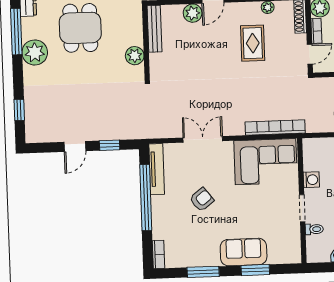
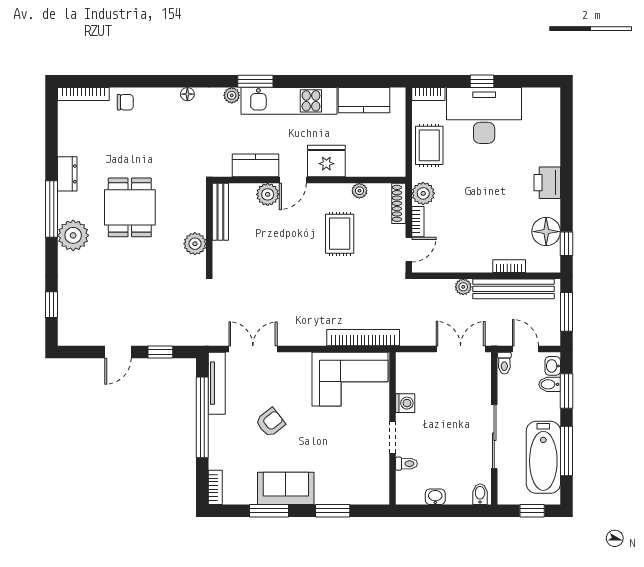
double door: (203, 139) -> (253, 349), moved
sofa: (244, 252) -> (286, 488), moved

